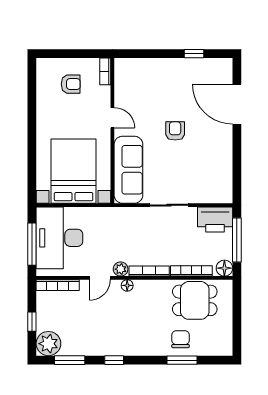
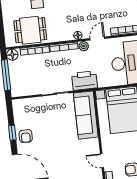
door: (112, 118) -> (102, 161), moved
armchair: (175, 131) -> (26, 136), moved
window: (237, 156) -> (12, 133), added
printer: (215, 219) -> (84, 81), moved

